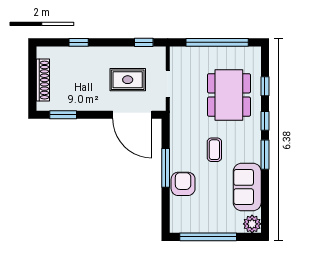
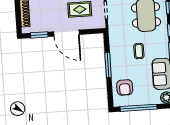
door: (132, 115) -> (66, 33), moved
armchair: (183, 184) -> (125, 87), moved, turned 180

